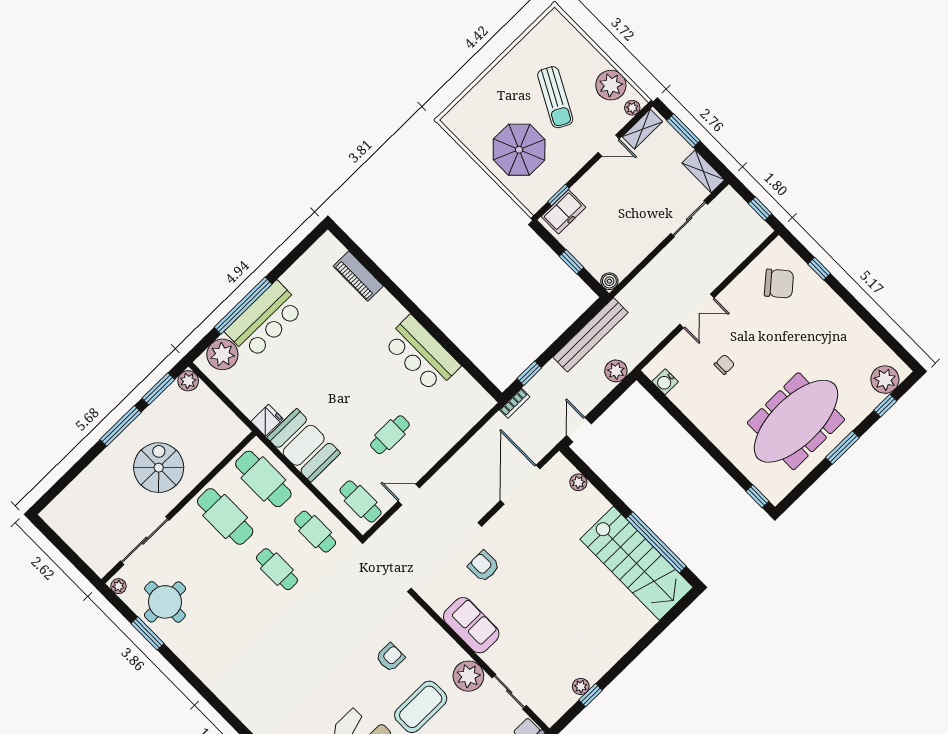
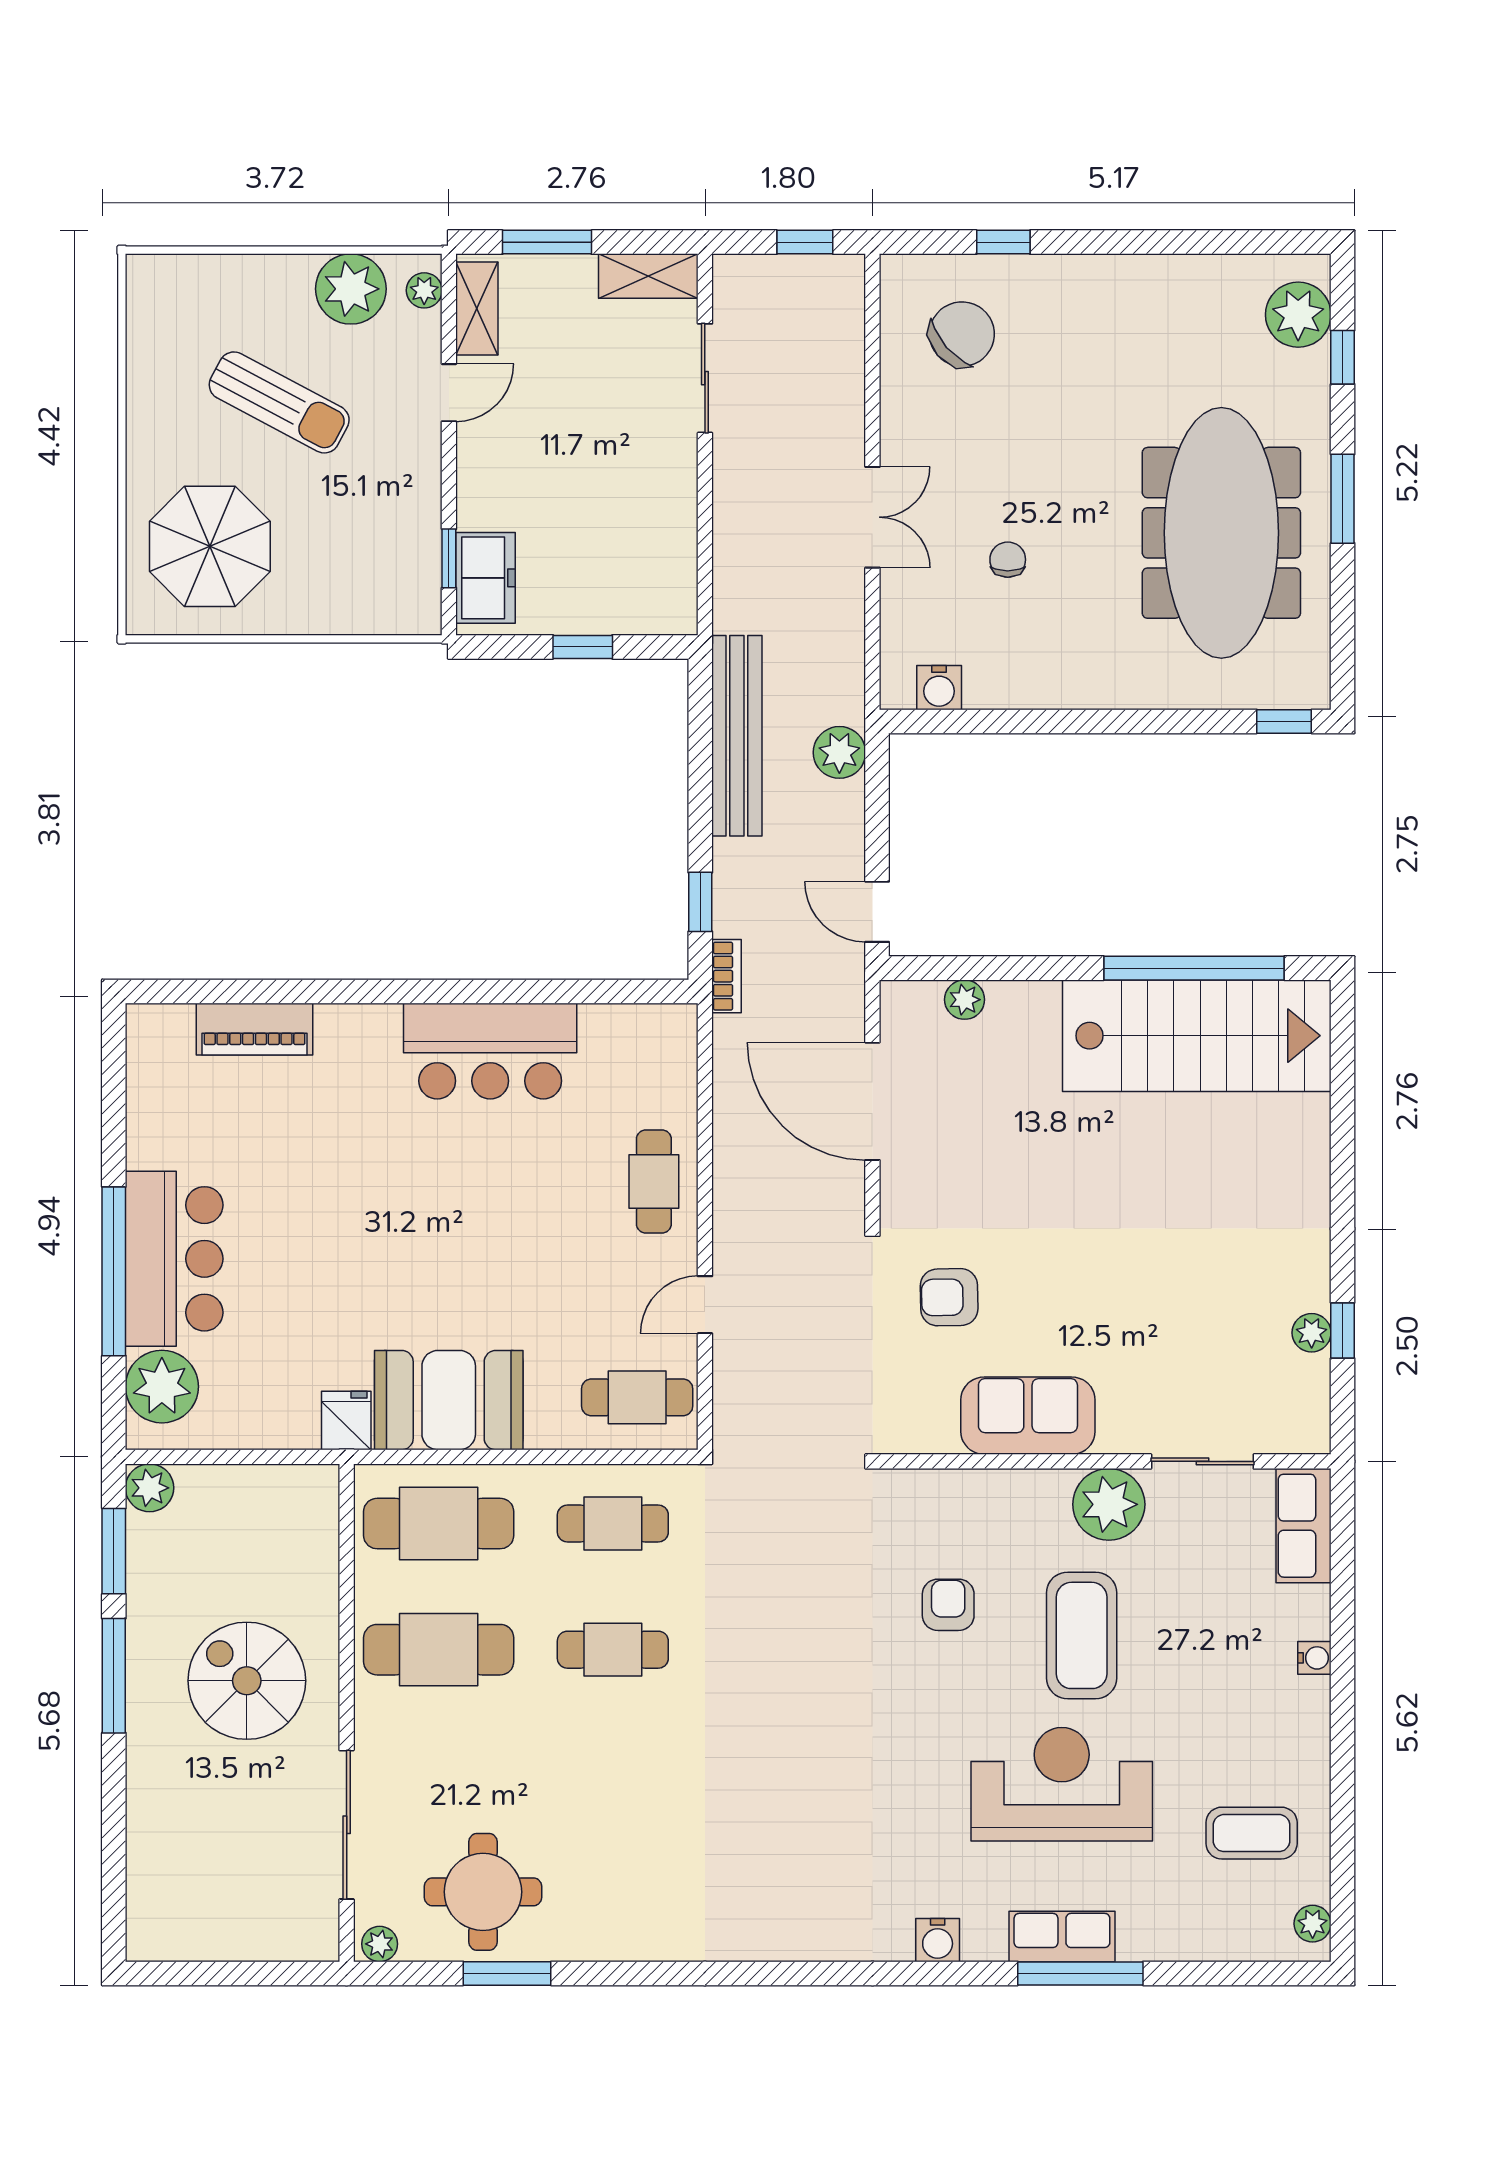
parasol: (519, 150) -> (210, 546), moved
boiler: (609, 281) -> (678, 615), removed
cafe table: (390, 435) -> (654, 1181), moved

